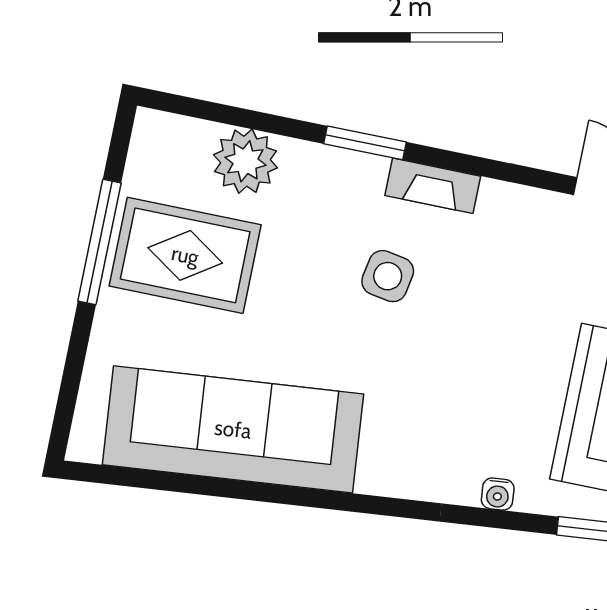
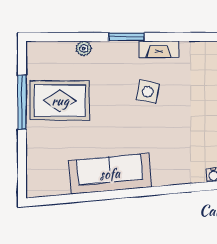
plant: (245, 161) -> (84, 49), width x0.53, depth x0.53
sofa: (233, 429) -> (110, 174), width x0.74, depth x0.79

